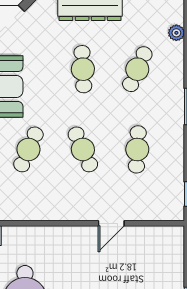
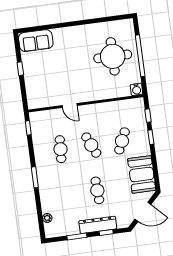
cafe table: (137, 69) -> (67, 194), removed
door: (111, 223) -> (70, 105), swing flipped

